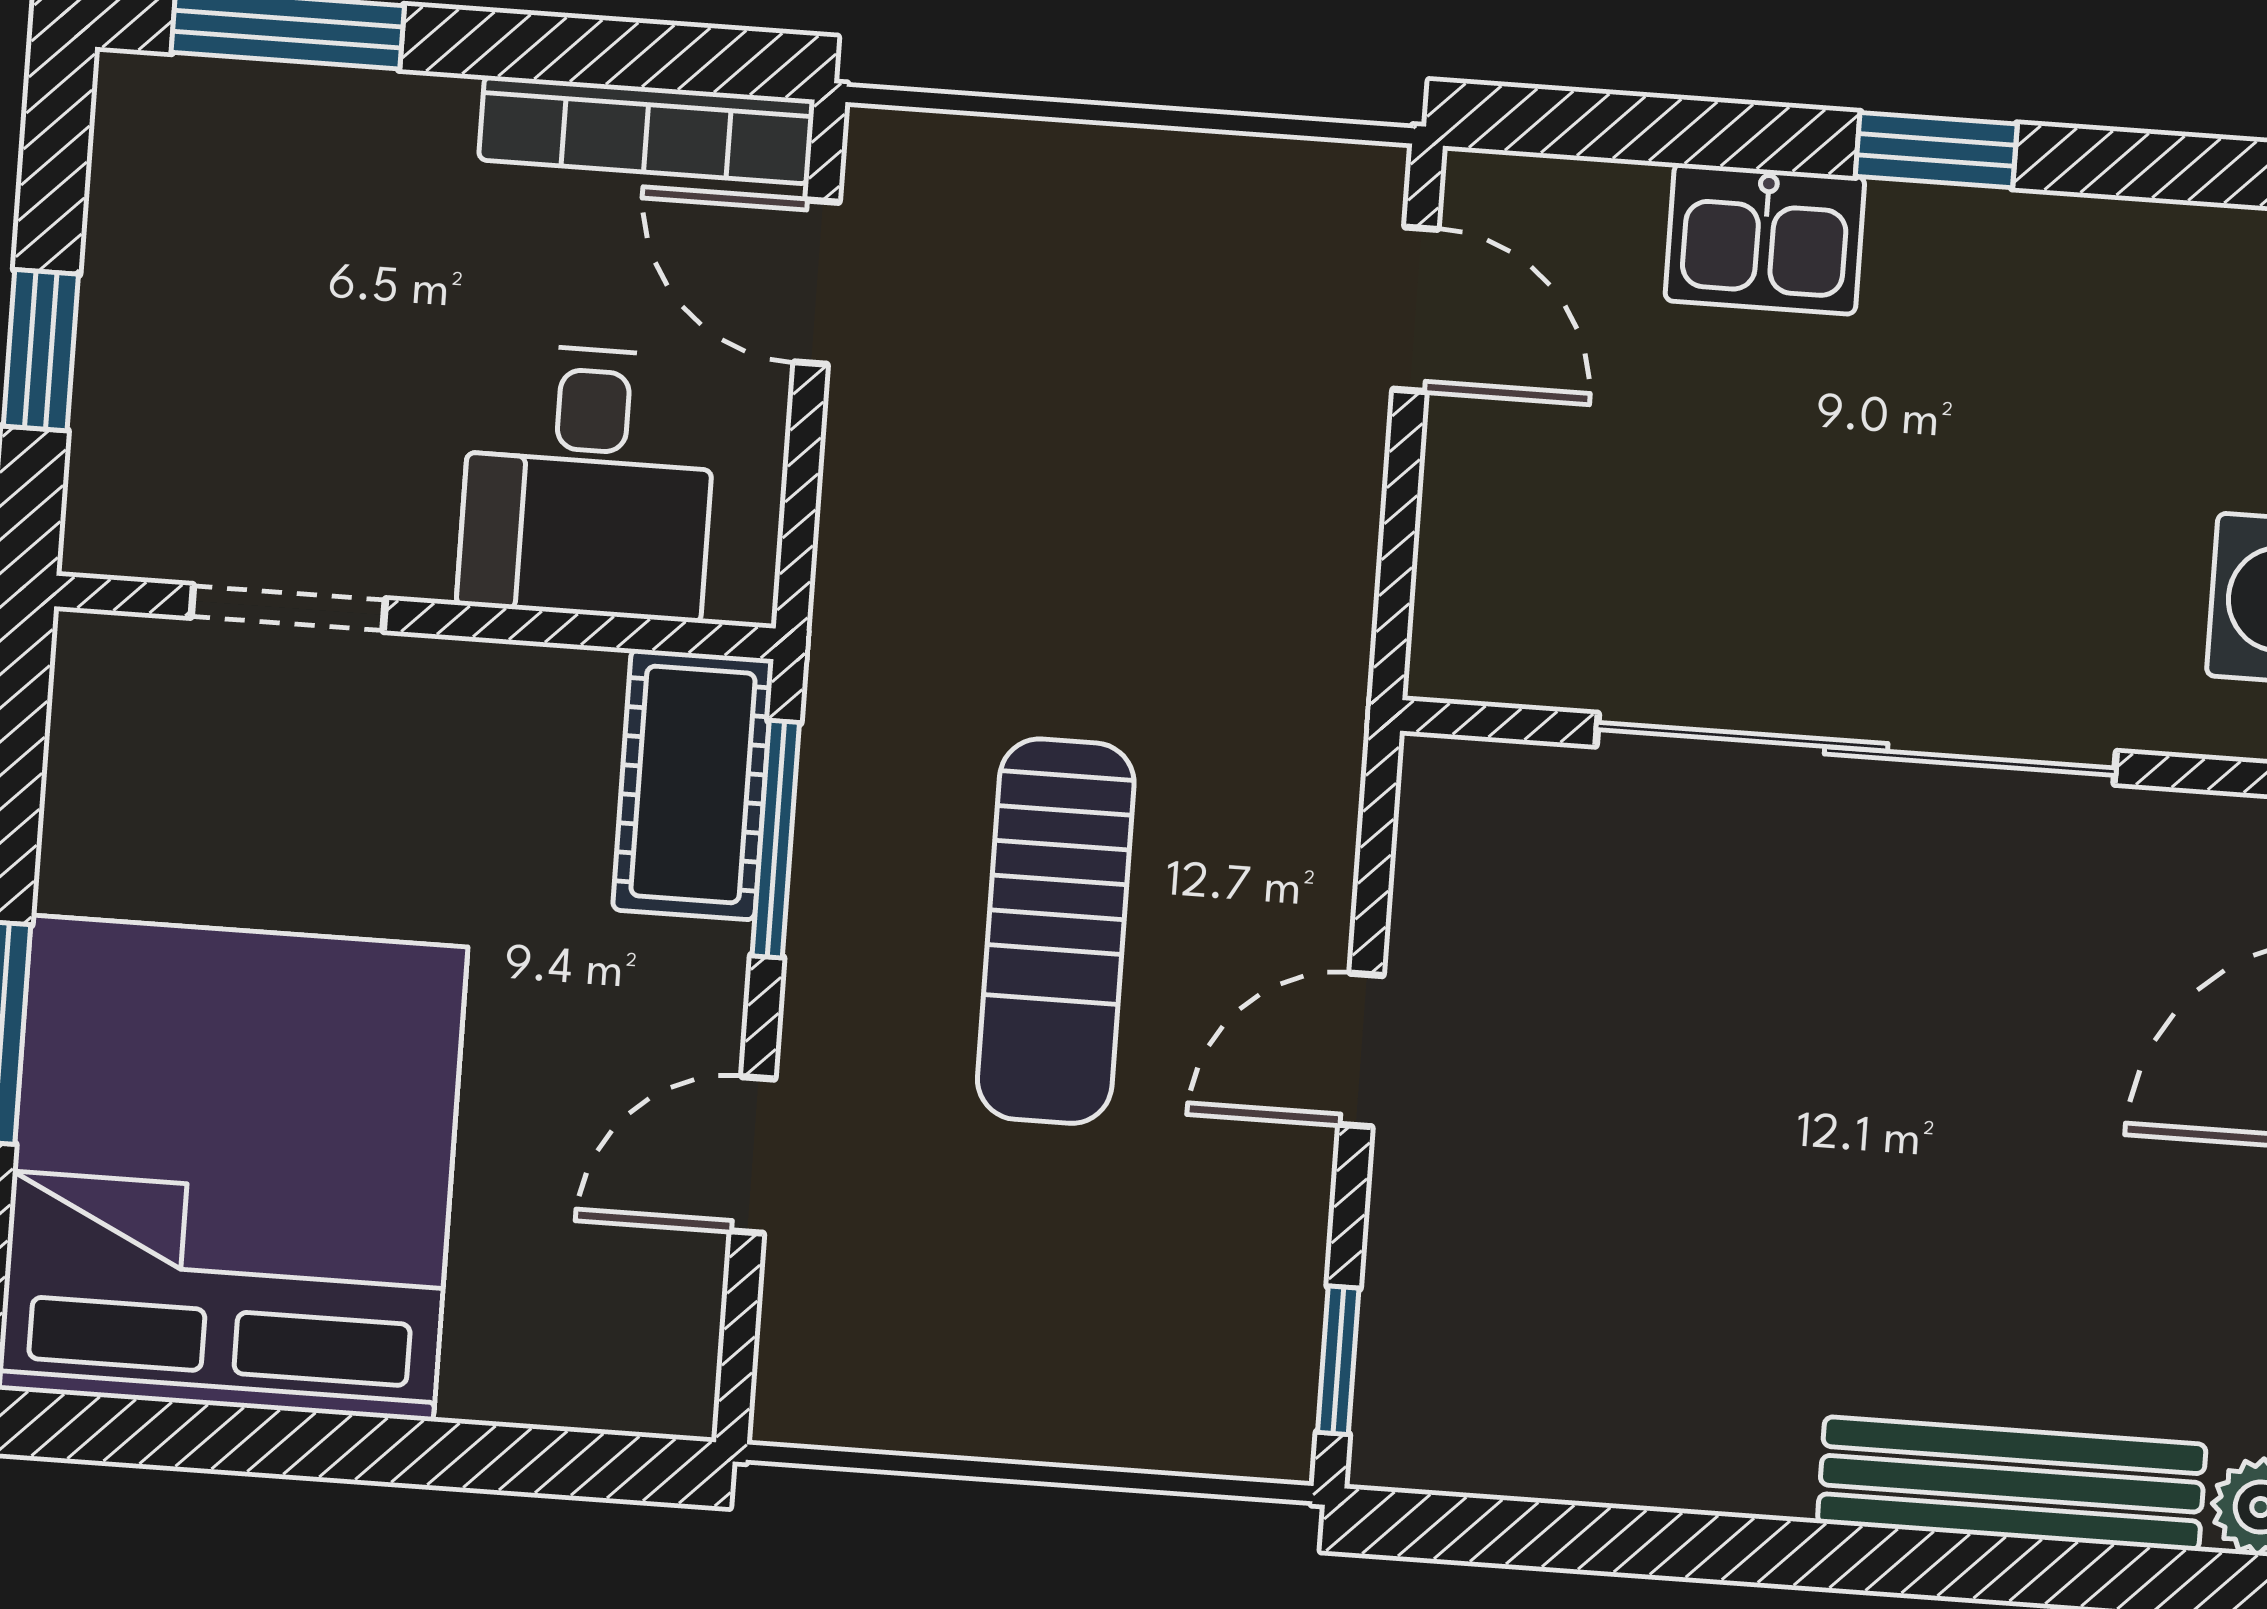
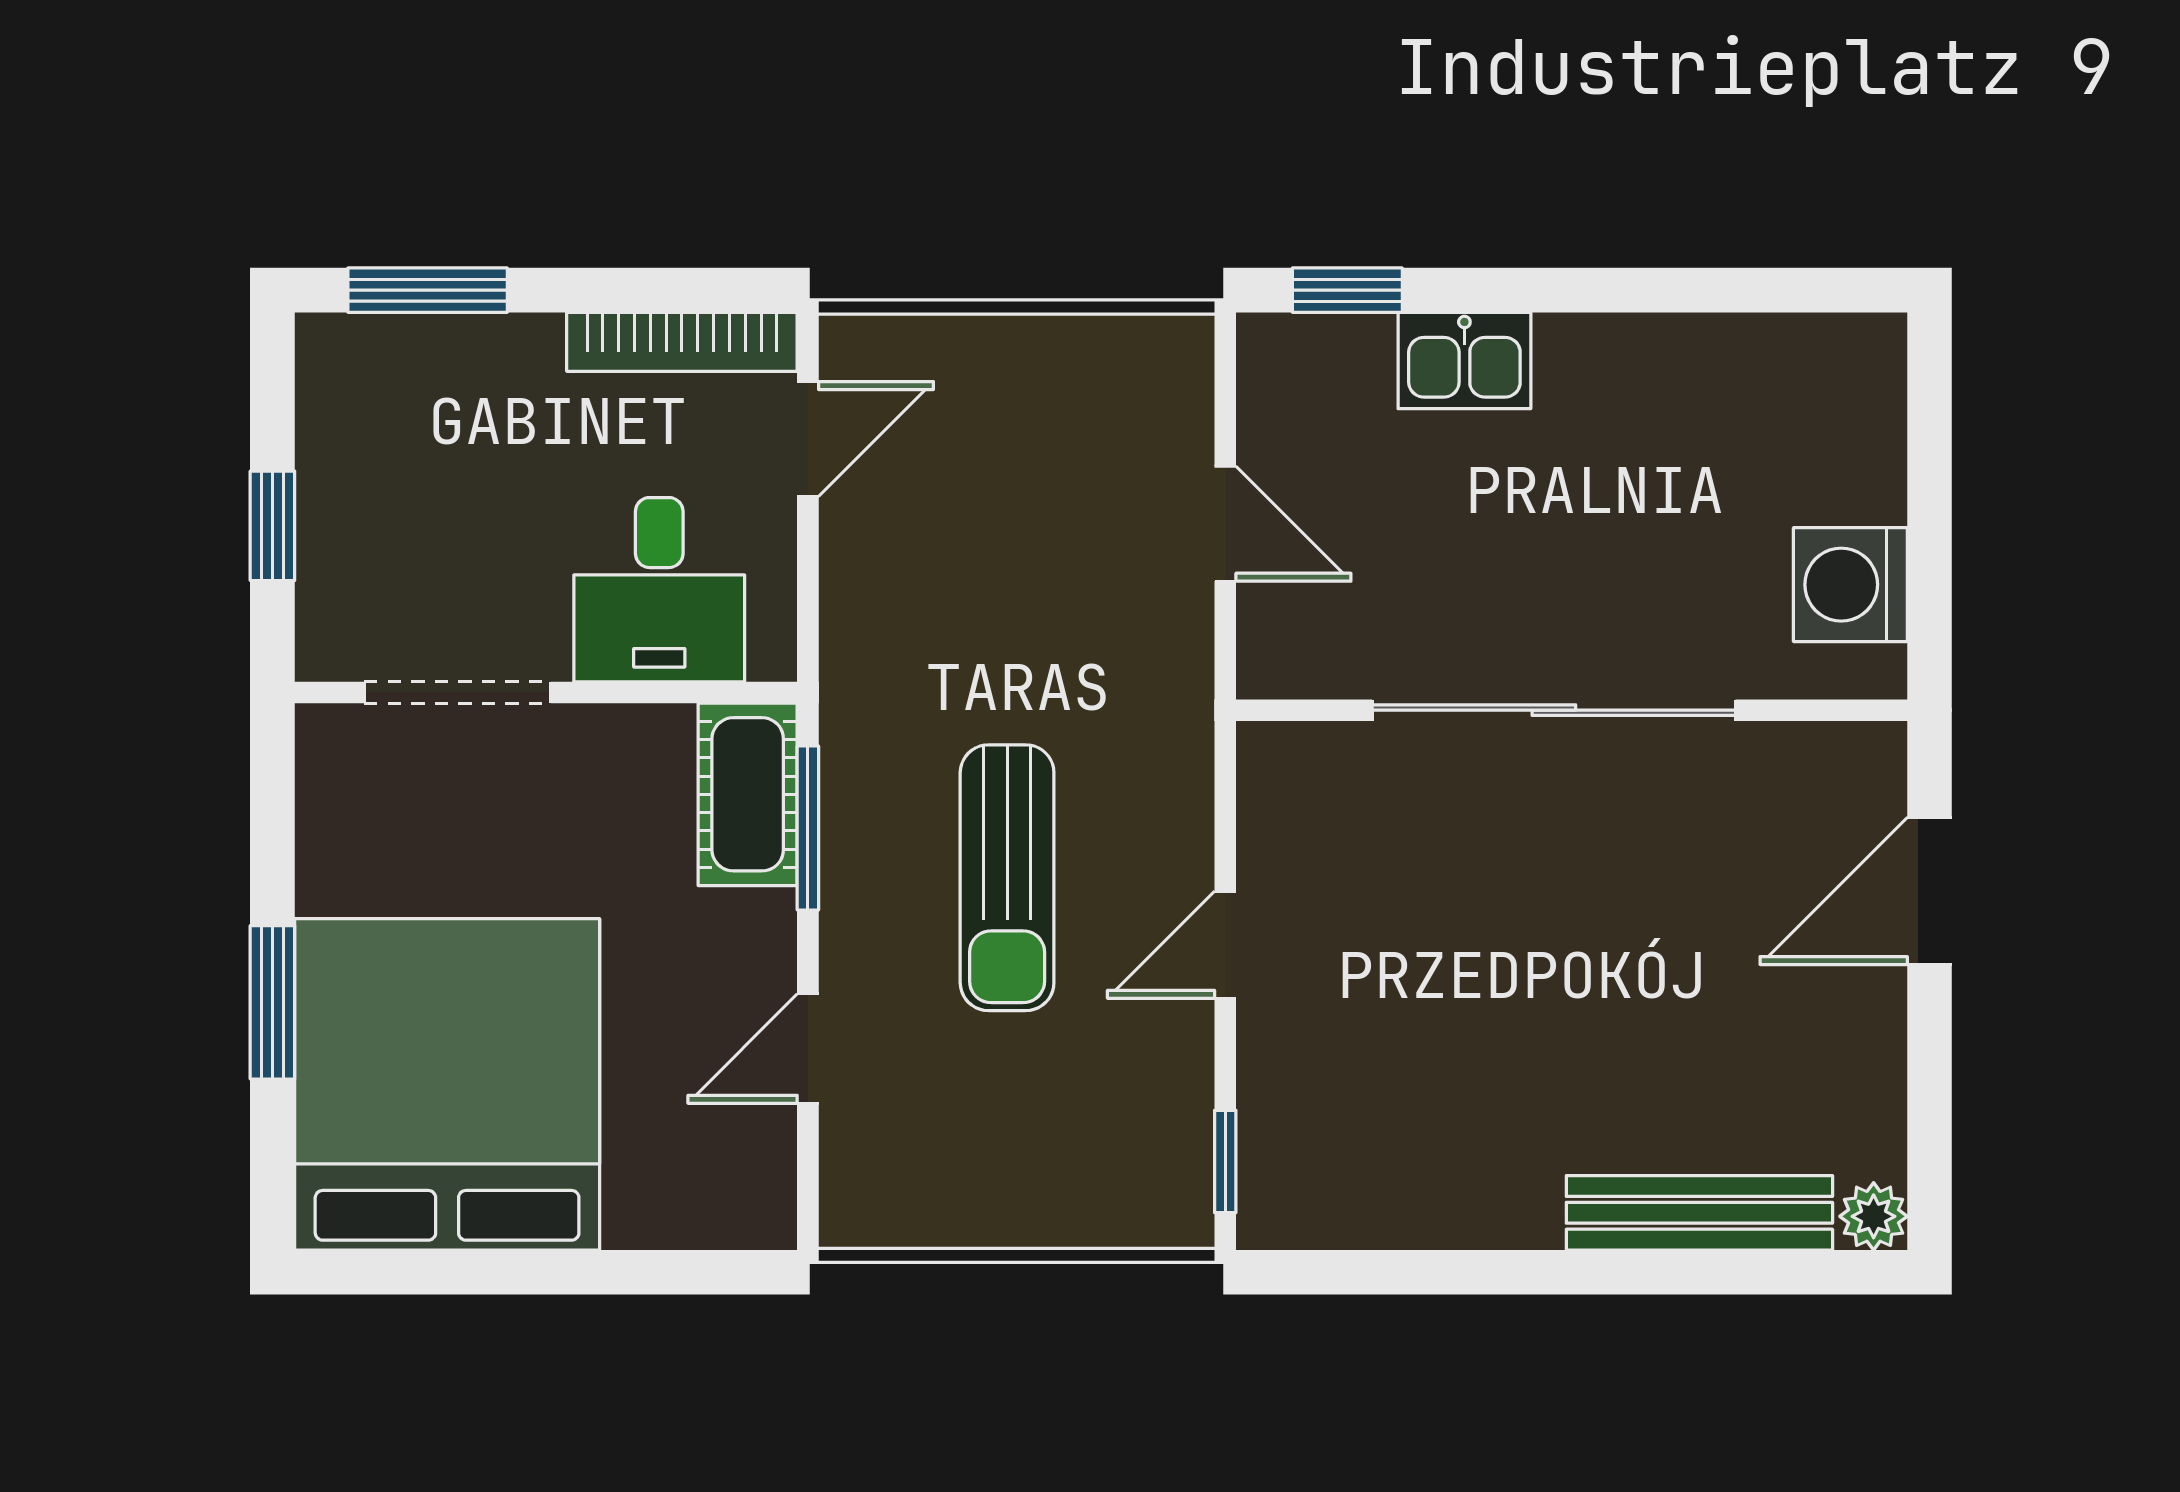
window: (1936, 150) -> (1347, 290), moved
door: (817, 282) -> (808, 439), swing flipped
door: (1415, 309) -> (1225, 524), moved
doorway: (288, 608) -> (457, 692), width x1.38

